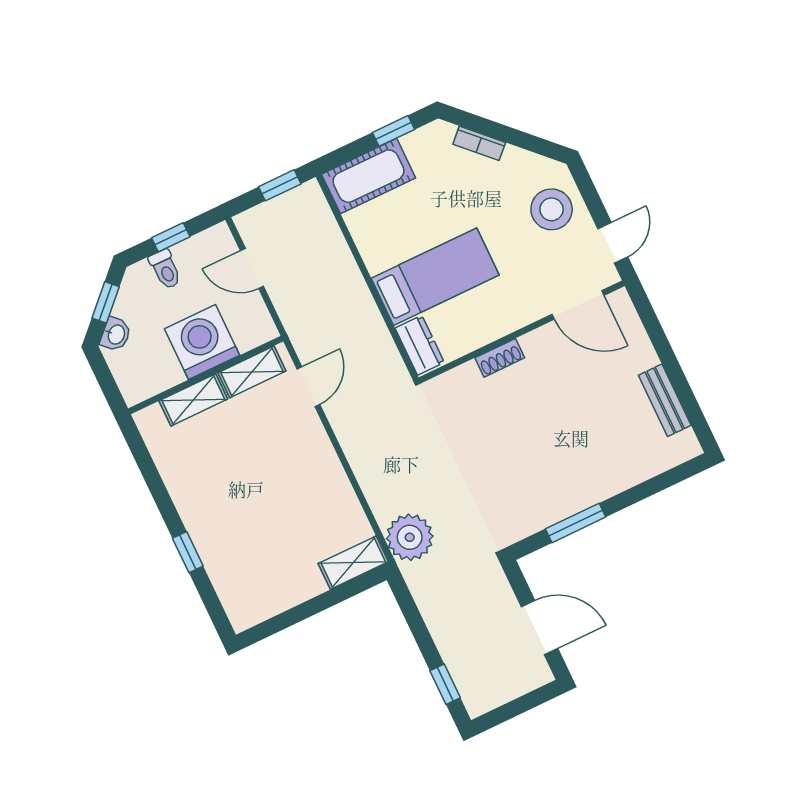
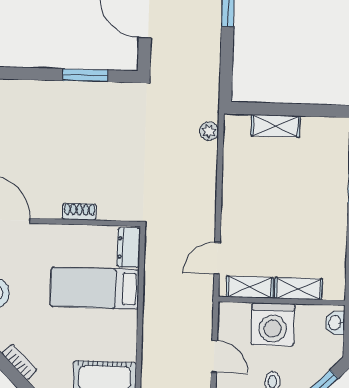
washbasin: (116, 334) -> (335, 323), moved, turned -45
plant: (410, 537) -> (209, 131), width x0.53, depth x0.53
shelving: (353, 563) -> (276, 126), moved

